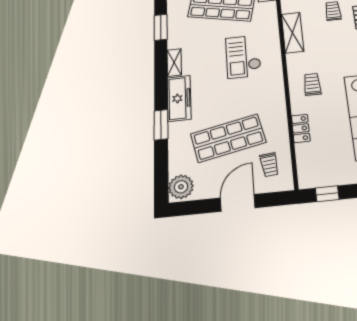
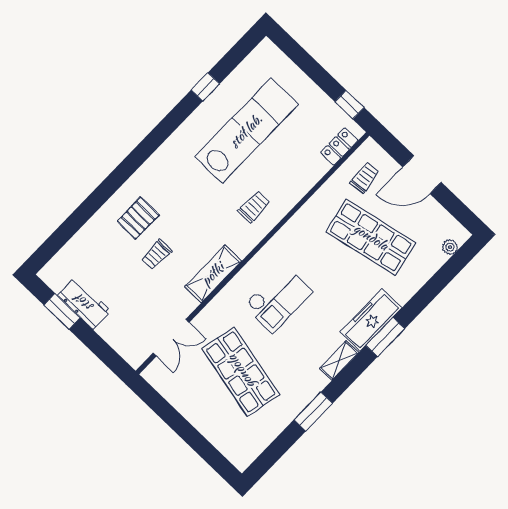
trolley: (312, 84) -> (254, 207), turned 180
window: (161, 125) -> (385, 337), moved
locker: (301, 128) -> (339, 146), moved
plant: (181, 187) -> (450, 247), width x0.53, depth x0.53

